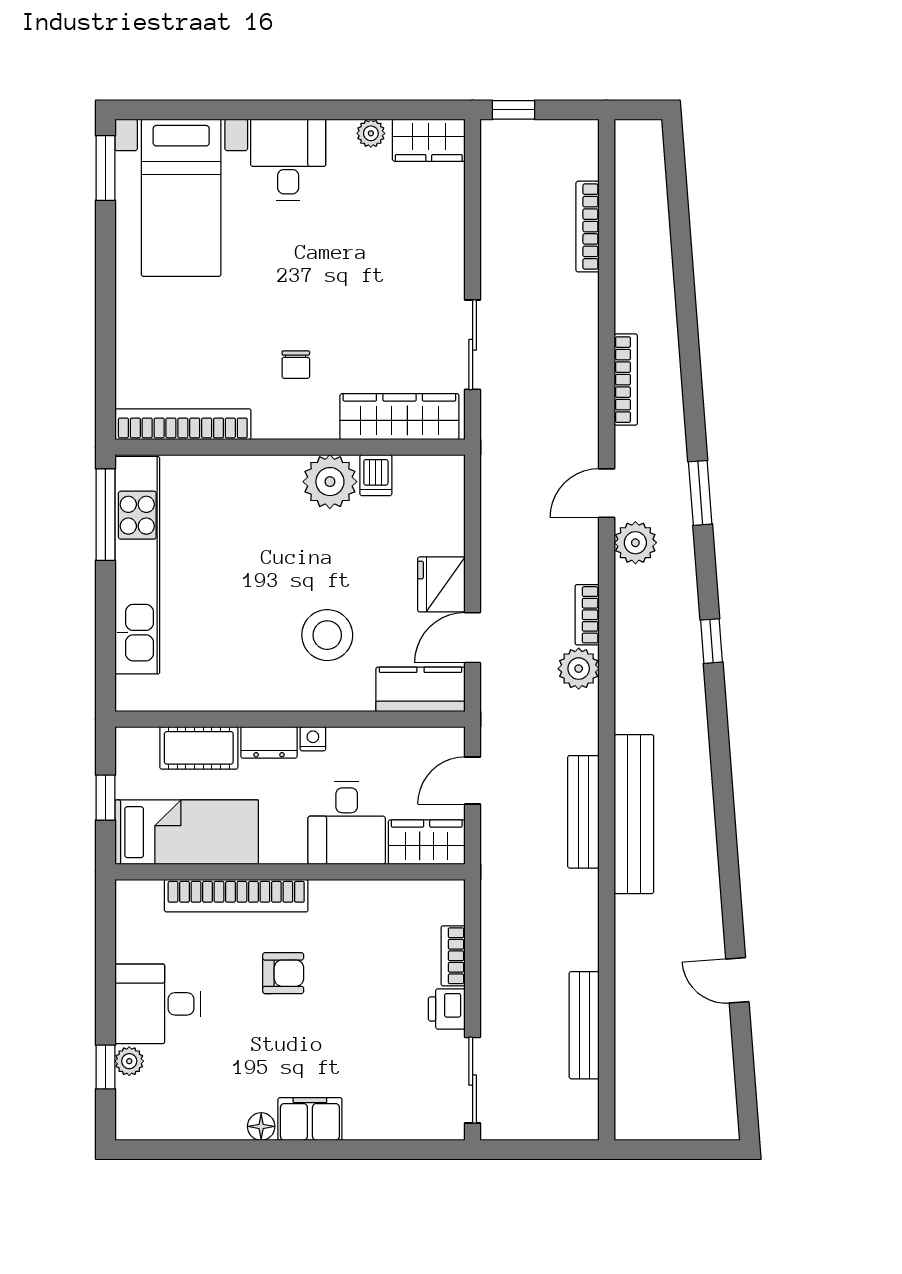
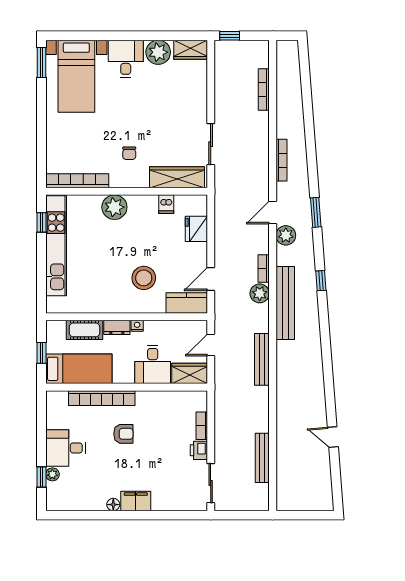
plant: (371, 133) -> (158, 52), width x1.88, depth x1.88
plant: (330, 482) -> (114, 207), moved
window: (105, 515) -> (41, 222), width x0.46
fridge: (441, 584) -> (196, 229), moved
bench: (634, 814) -> (285, 303), moved

